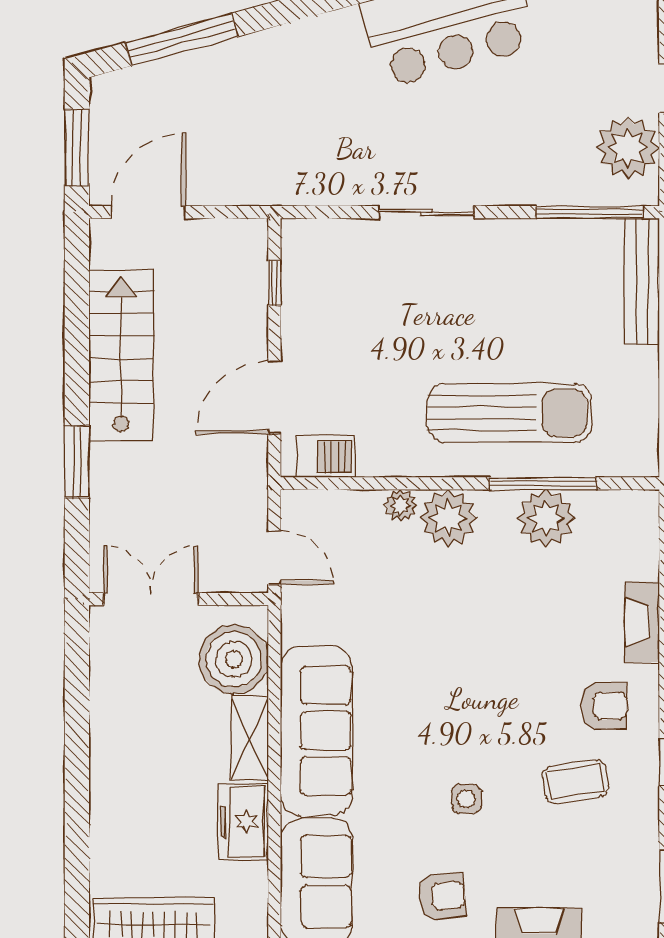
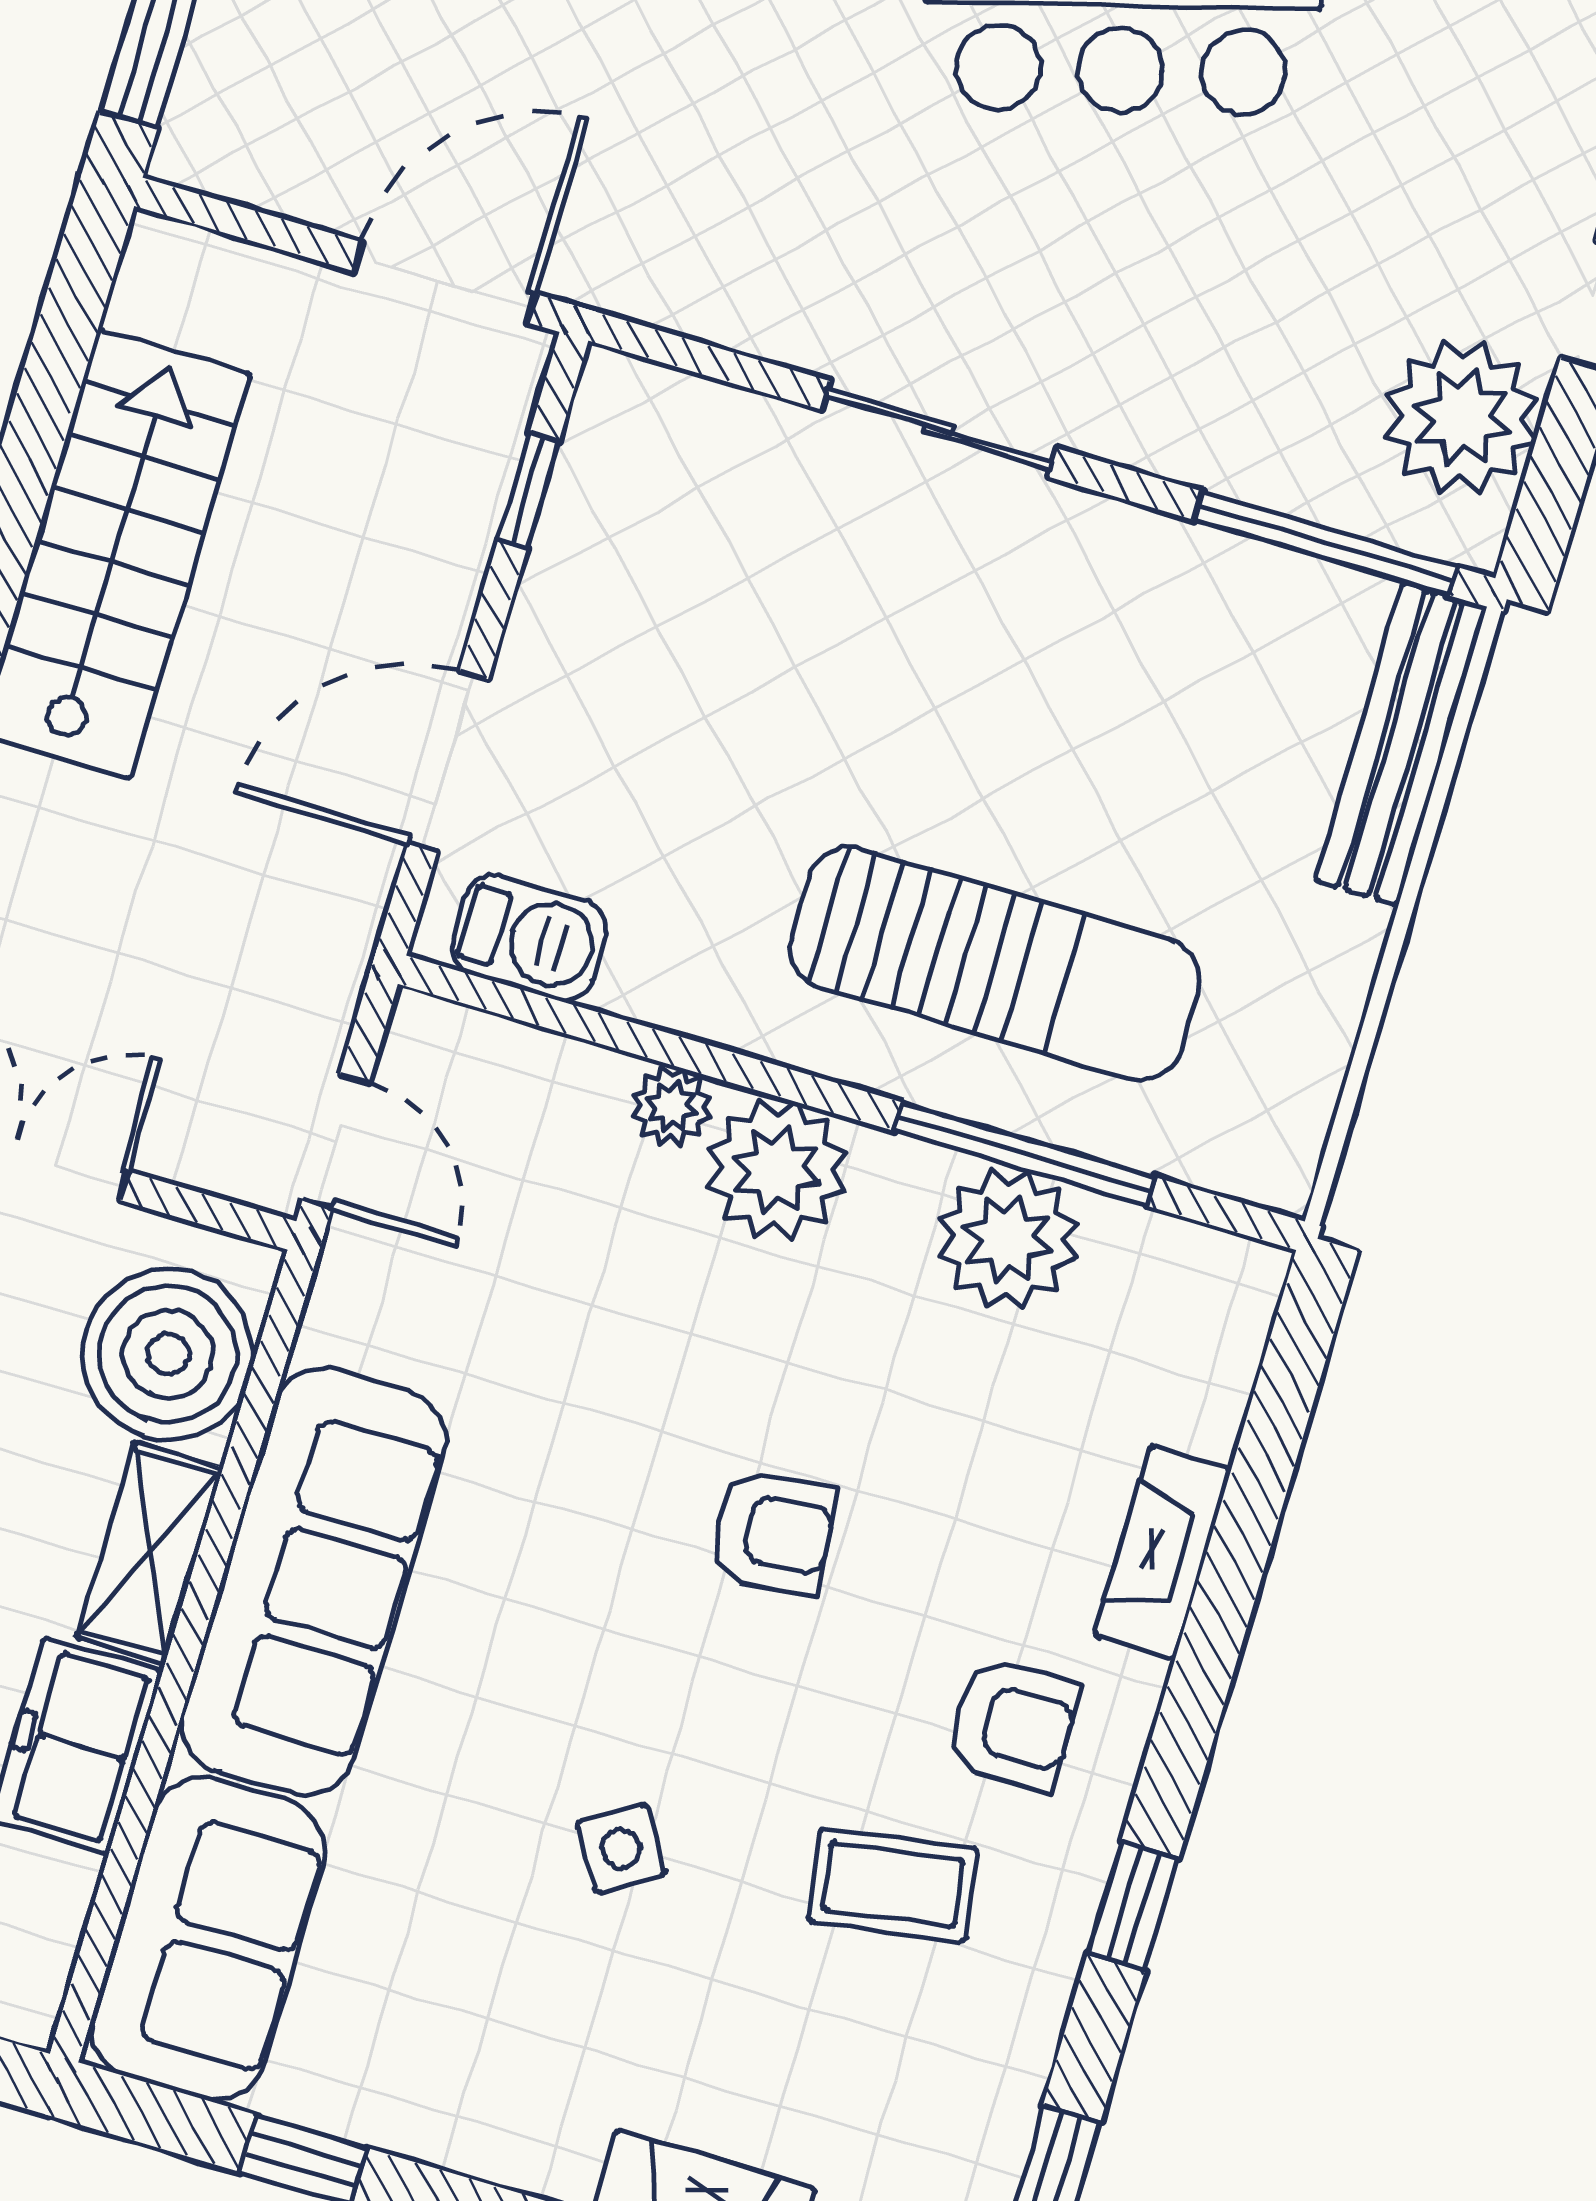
door: (148, 212) -> (445, 283), moved
side table: (466, 799) -> (621, 1848), turned -32
armchair: (442, 896) -> (773, 1532), moved

